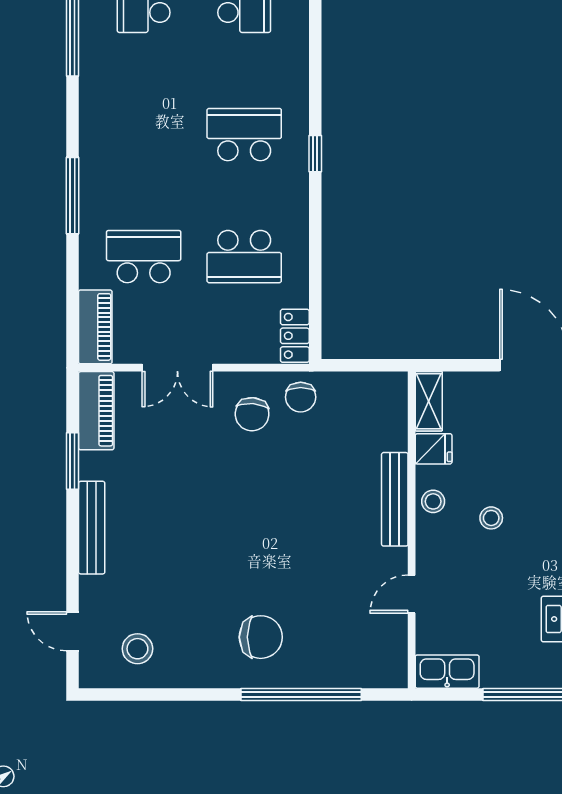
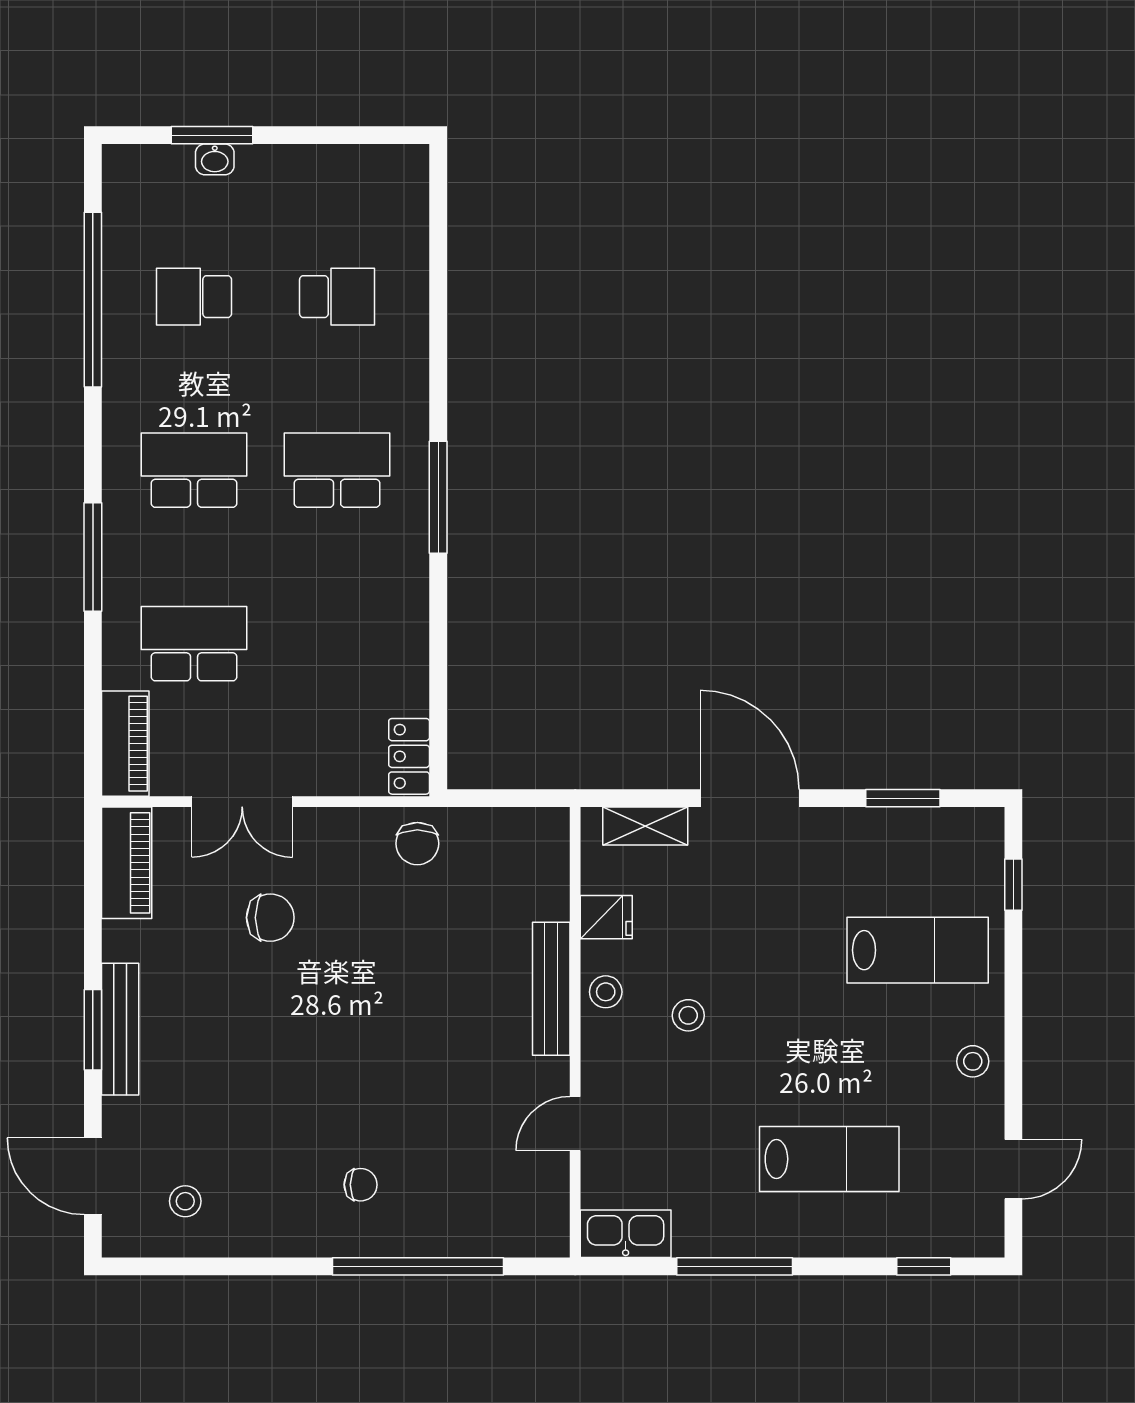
window: (315, 154) -> (438, 497), width x2.17
school desk: (244, 257) -> (194, 470), moved, turned 180
shelving: (429, 401) -> (645, 826), moved, turned 90
chair: (252, 414) -> (270, 918), moved, turned -95
window: (73, 461) -> (93, 1030), moved
door: (73, 631) -> (93, 1176), width x1.38
chair: (261, 637) -> (361, 1185), width x0.54, depth x0.54
stool: (137, 649) -> (185, 1201), width x0.73, depth x0.73

